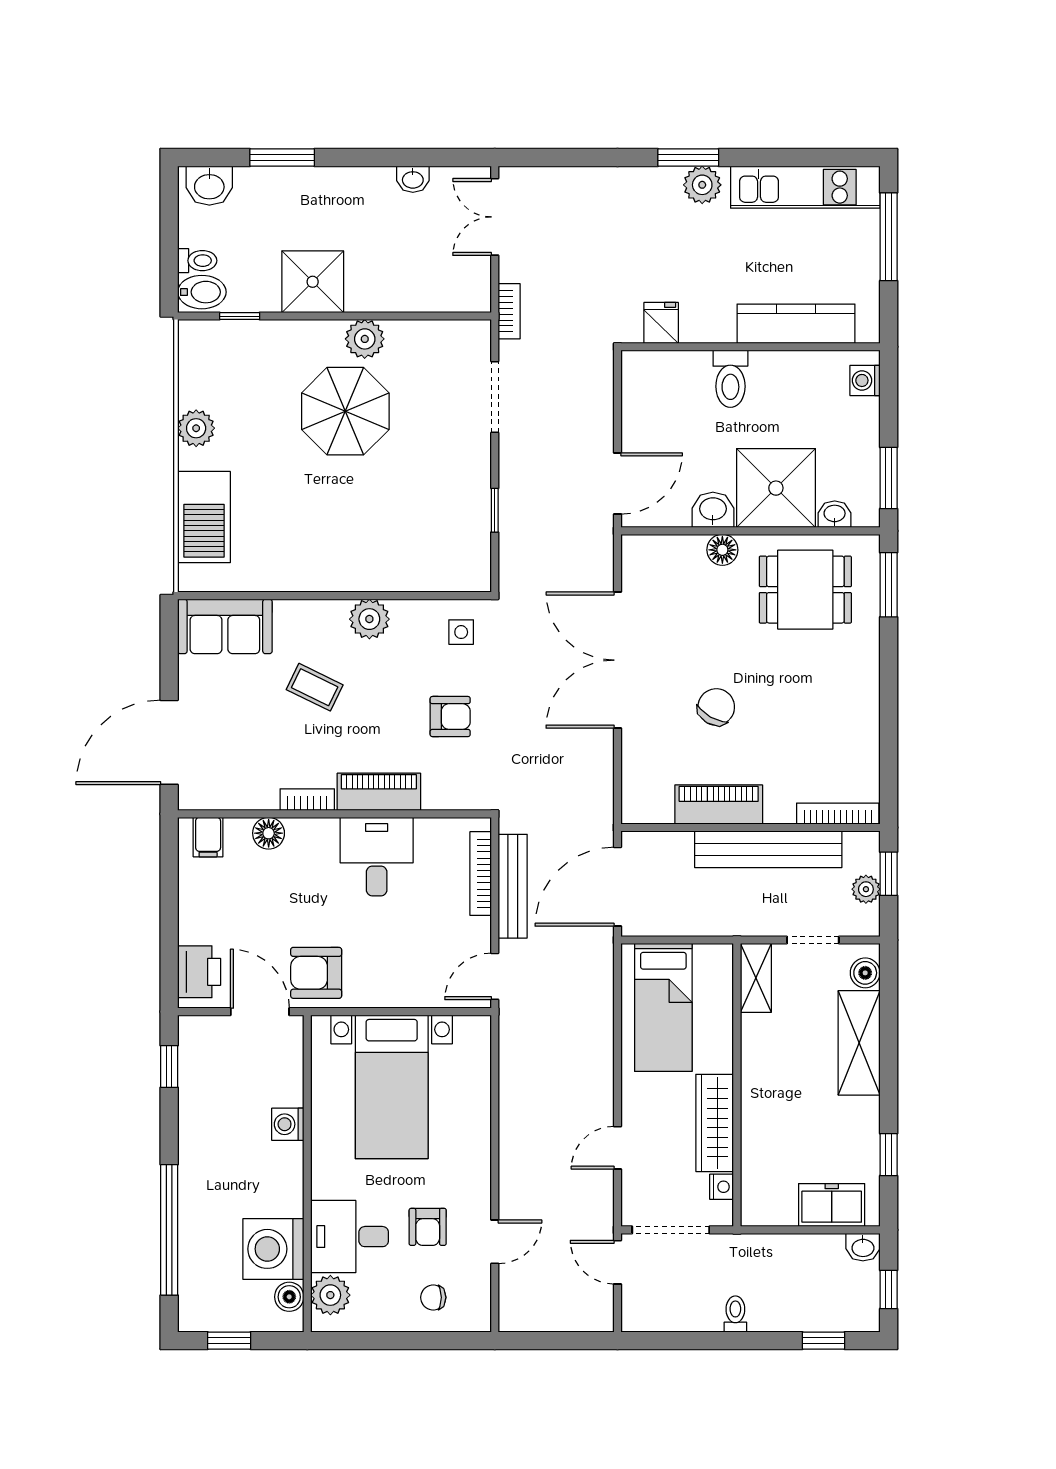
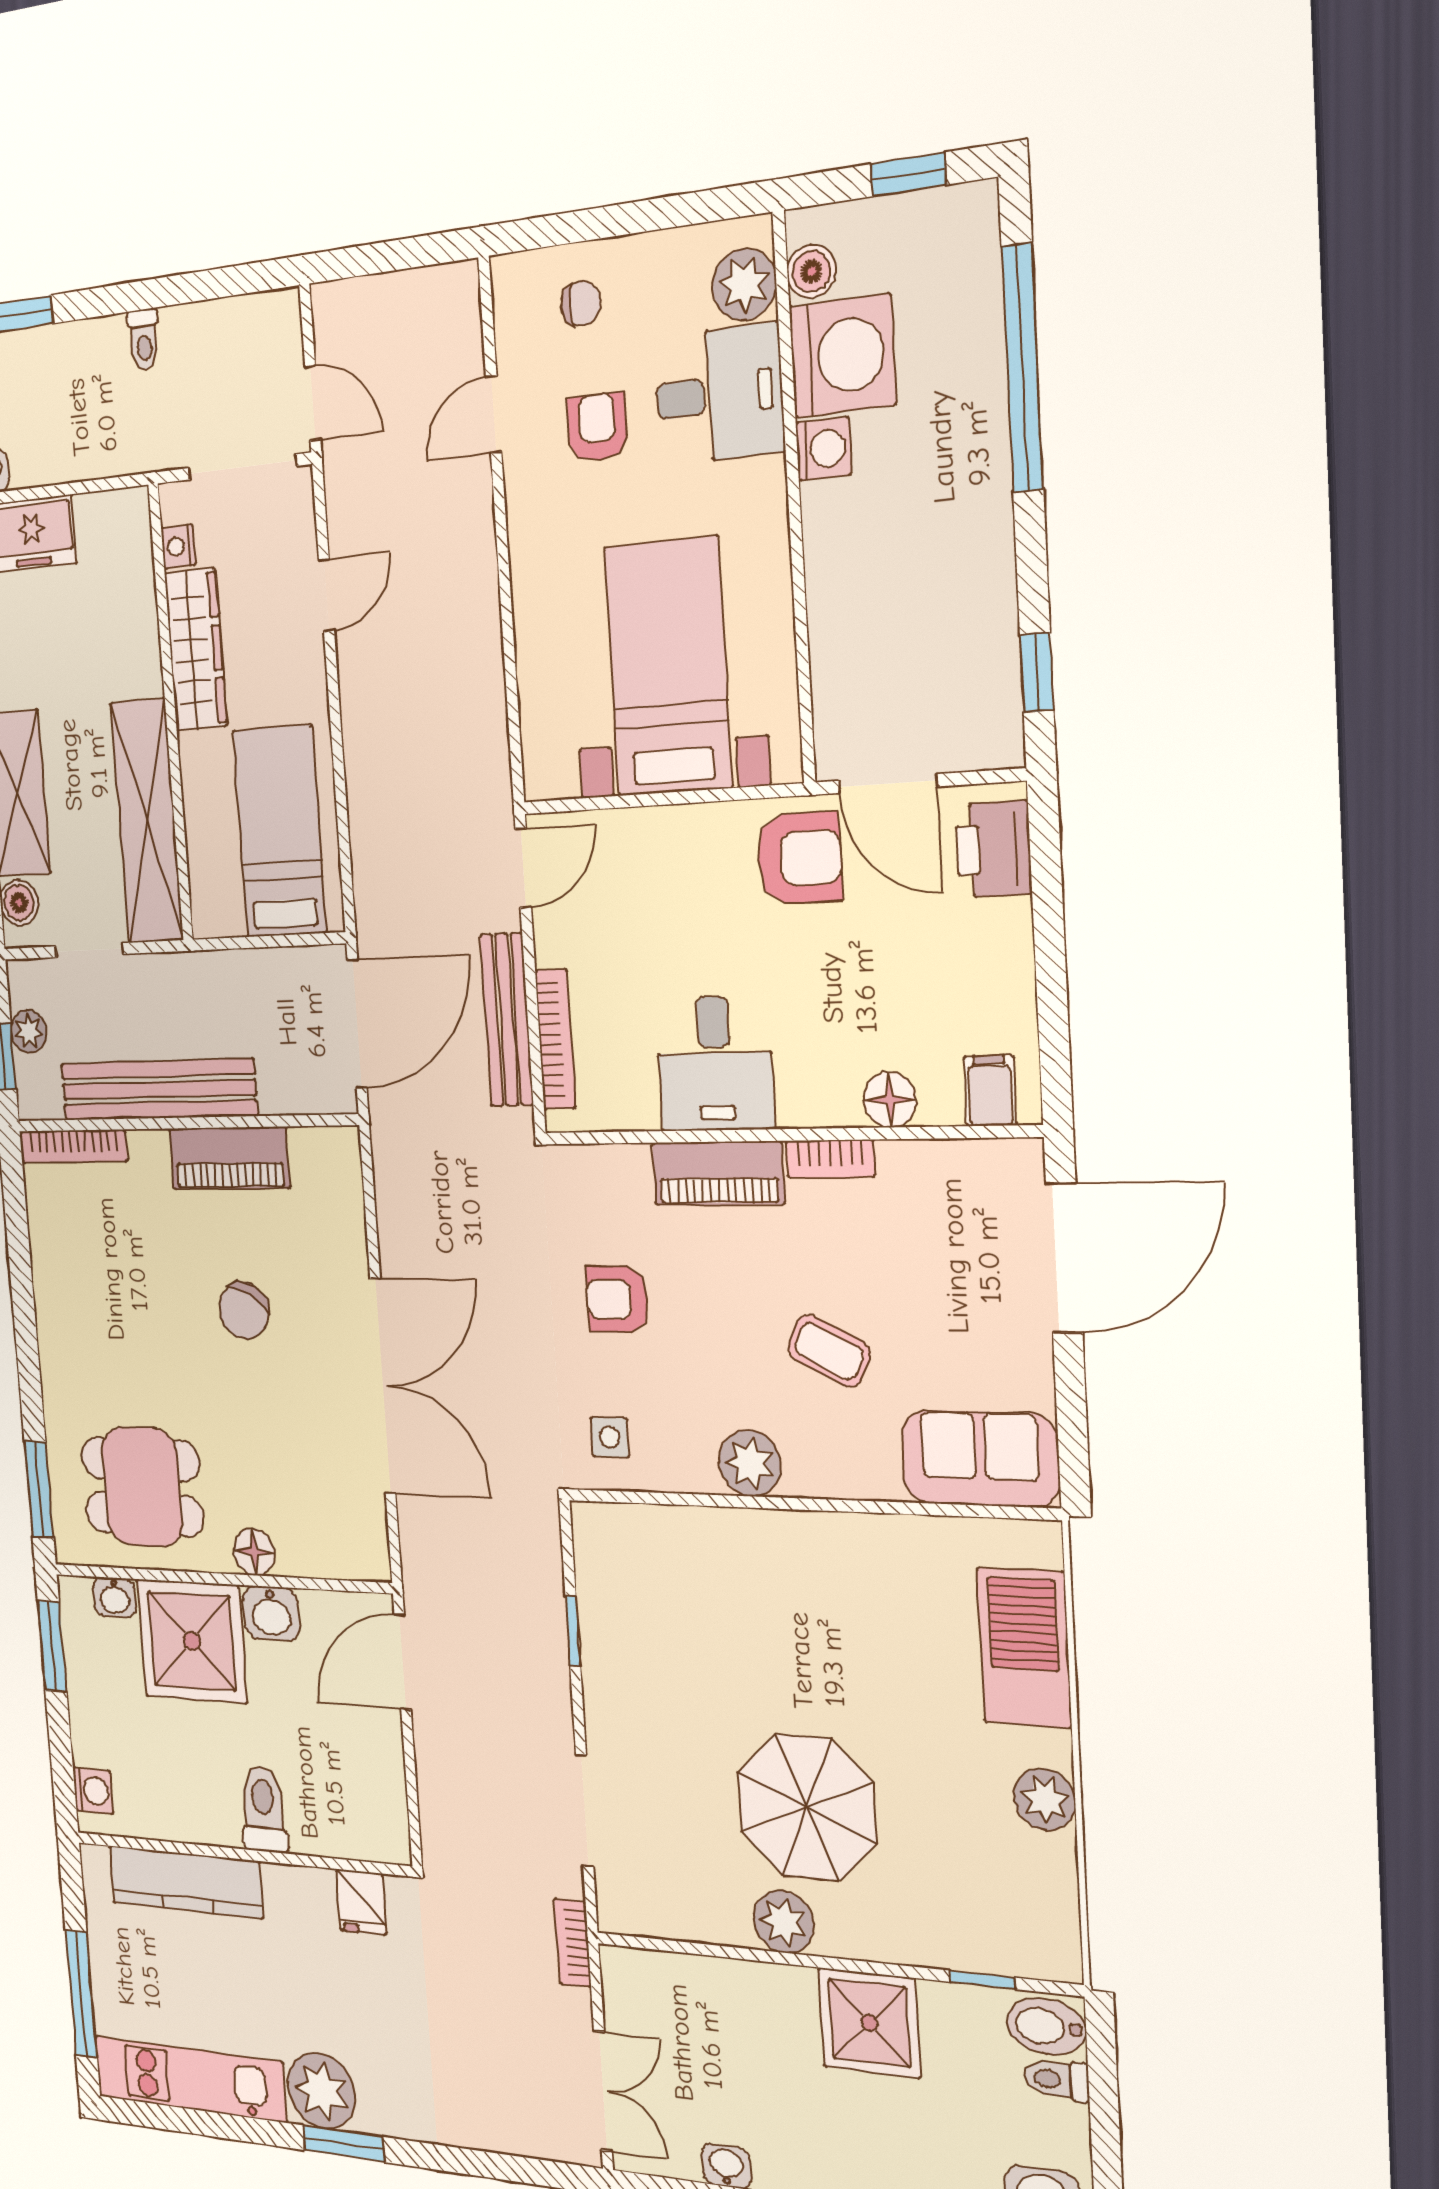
plant: (702, 185) -> (321, 2091), width x1.36, depth x1.36
shelving: (756, 978) -> (147, 821), width x2.20, depth x1.33
washing machine: (288, 1124) -> (823, 449), moved

